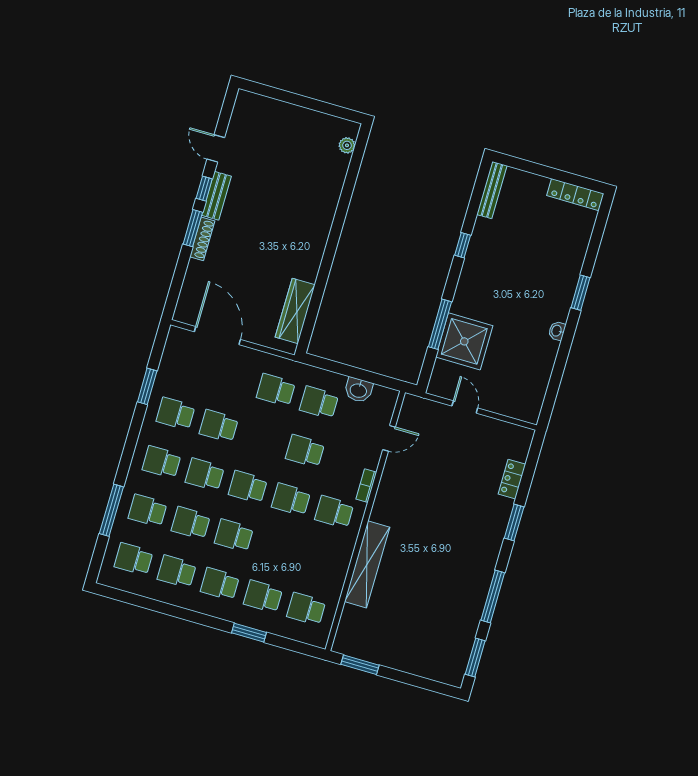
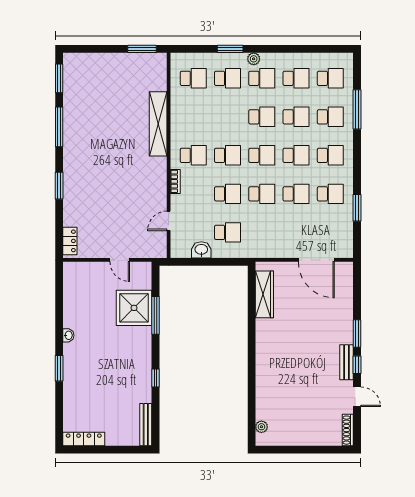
shoe rack: (202, 239) -> (348, 430), moved
school desk: (276, 390) -> (262, 194), moved
locker: (512, 479) -> (70, 241), moved
plant: (223, 611) -> (254, 59), added

